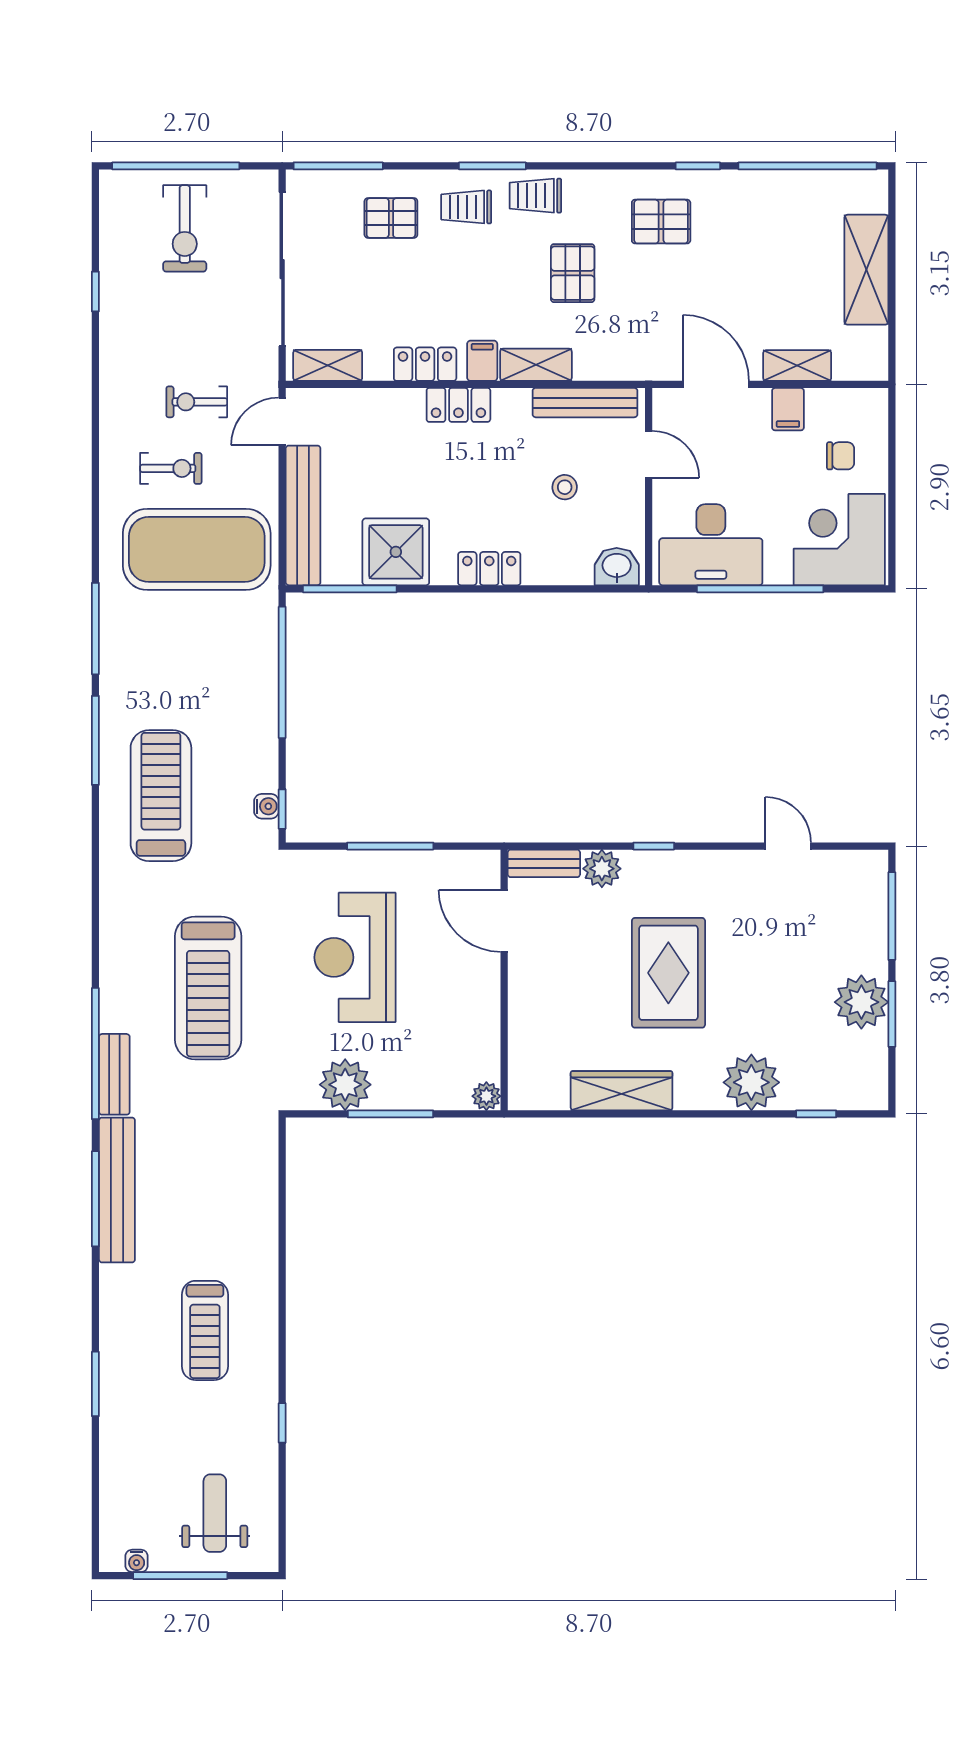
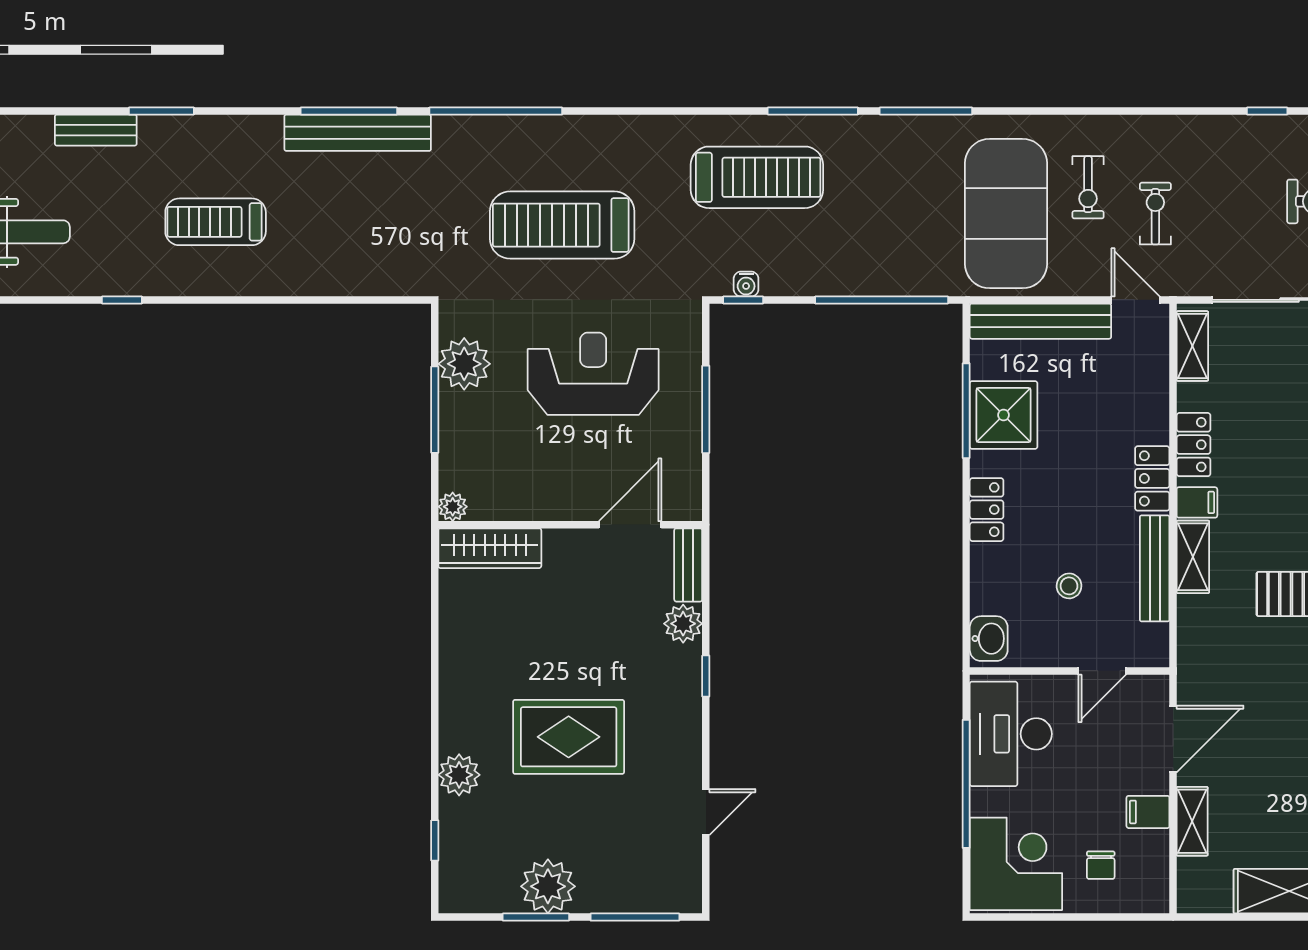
bench: (585, 403) -> (1155, 568), moved
window: (350, 589) -> (966, 411), moved
rug: (668, 973) -> (569, 737), moved
bench: (114, 1074) -> (96, 130), moved
plant: (751, 1082) -> (459, 775), width x0.73, depth x0.73
wardrobe: (622, 1091) -> (490, 548), moved, turned 90

